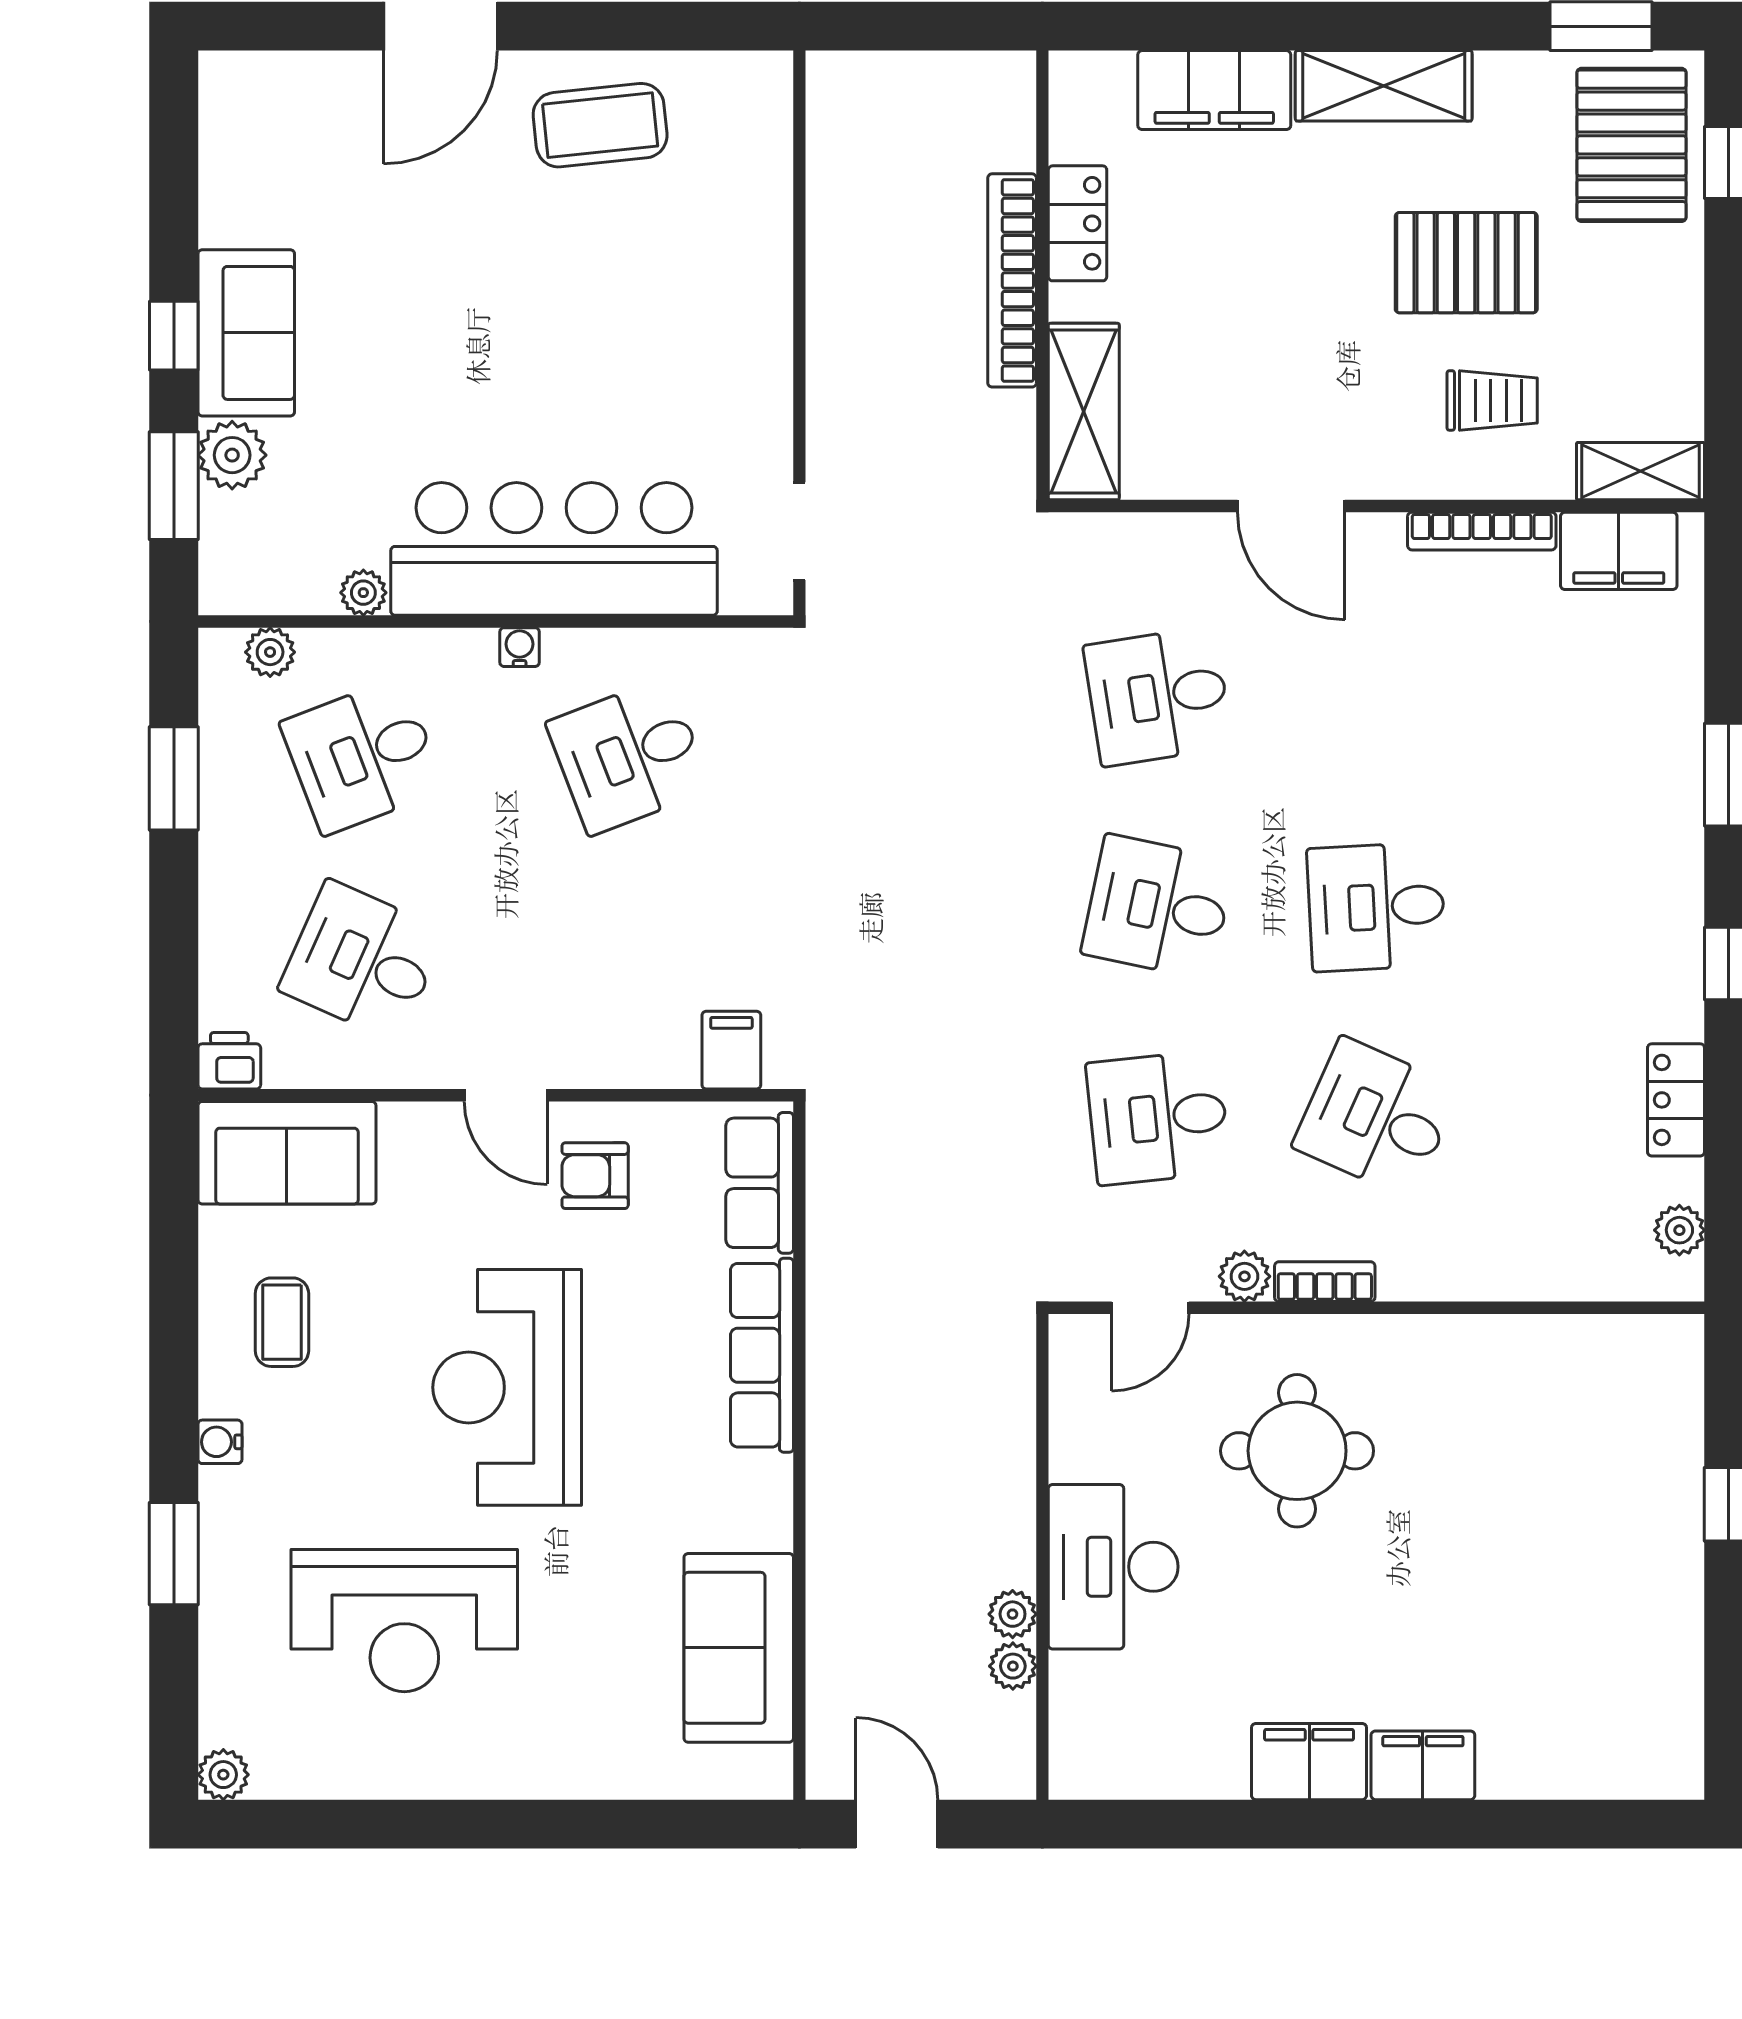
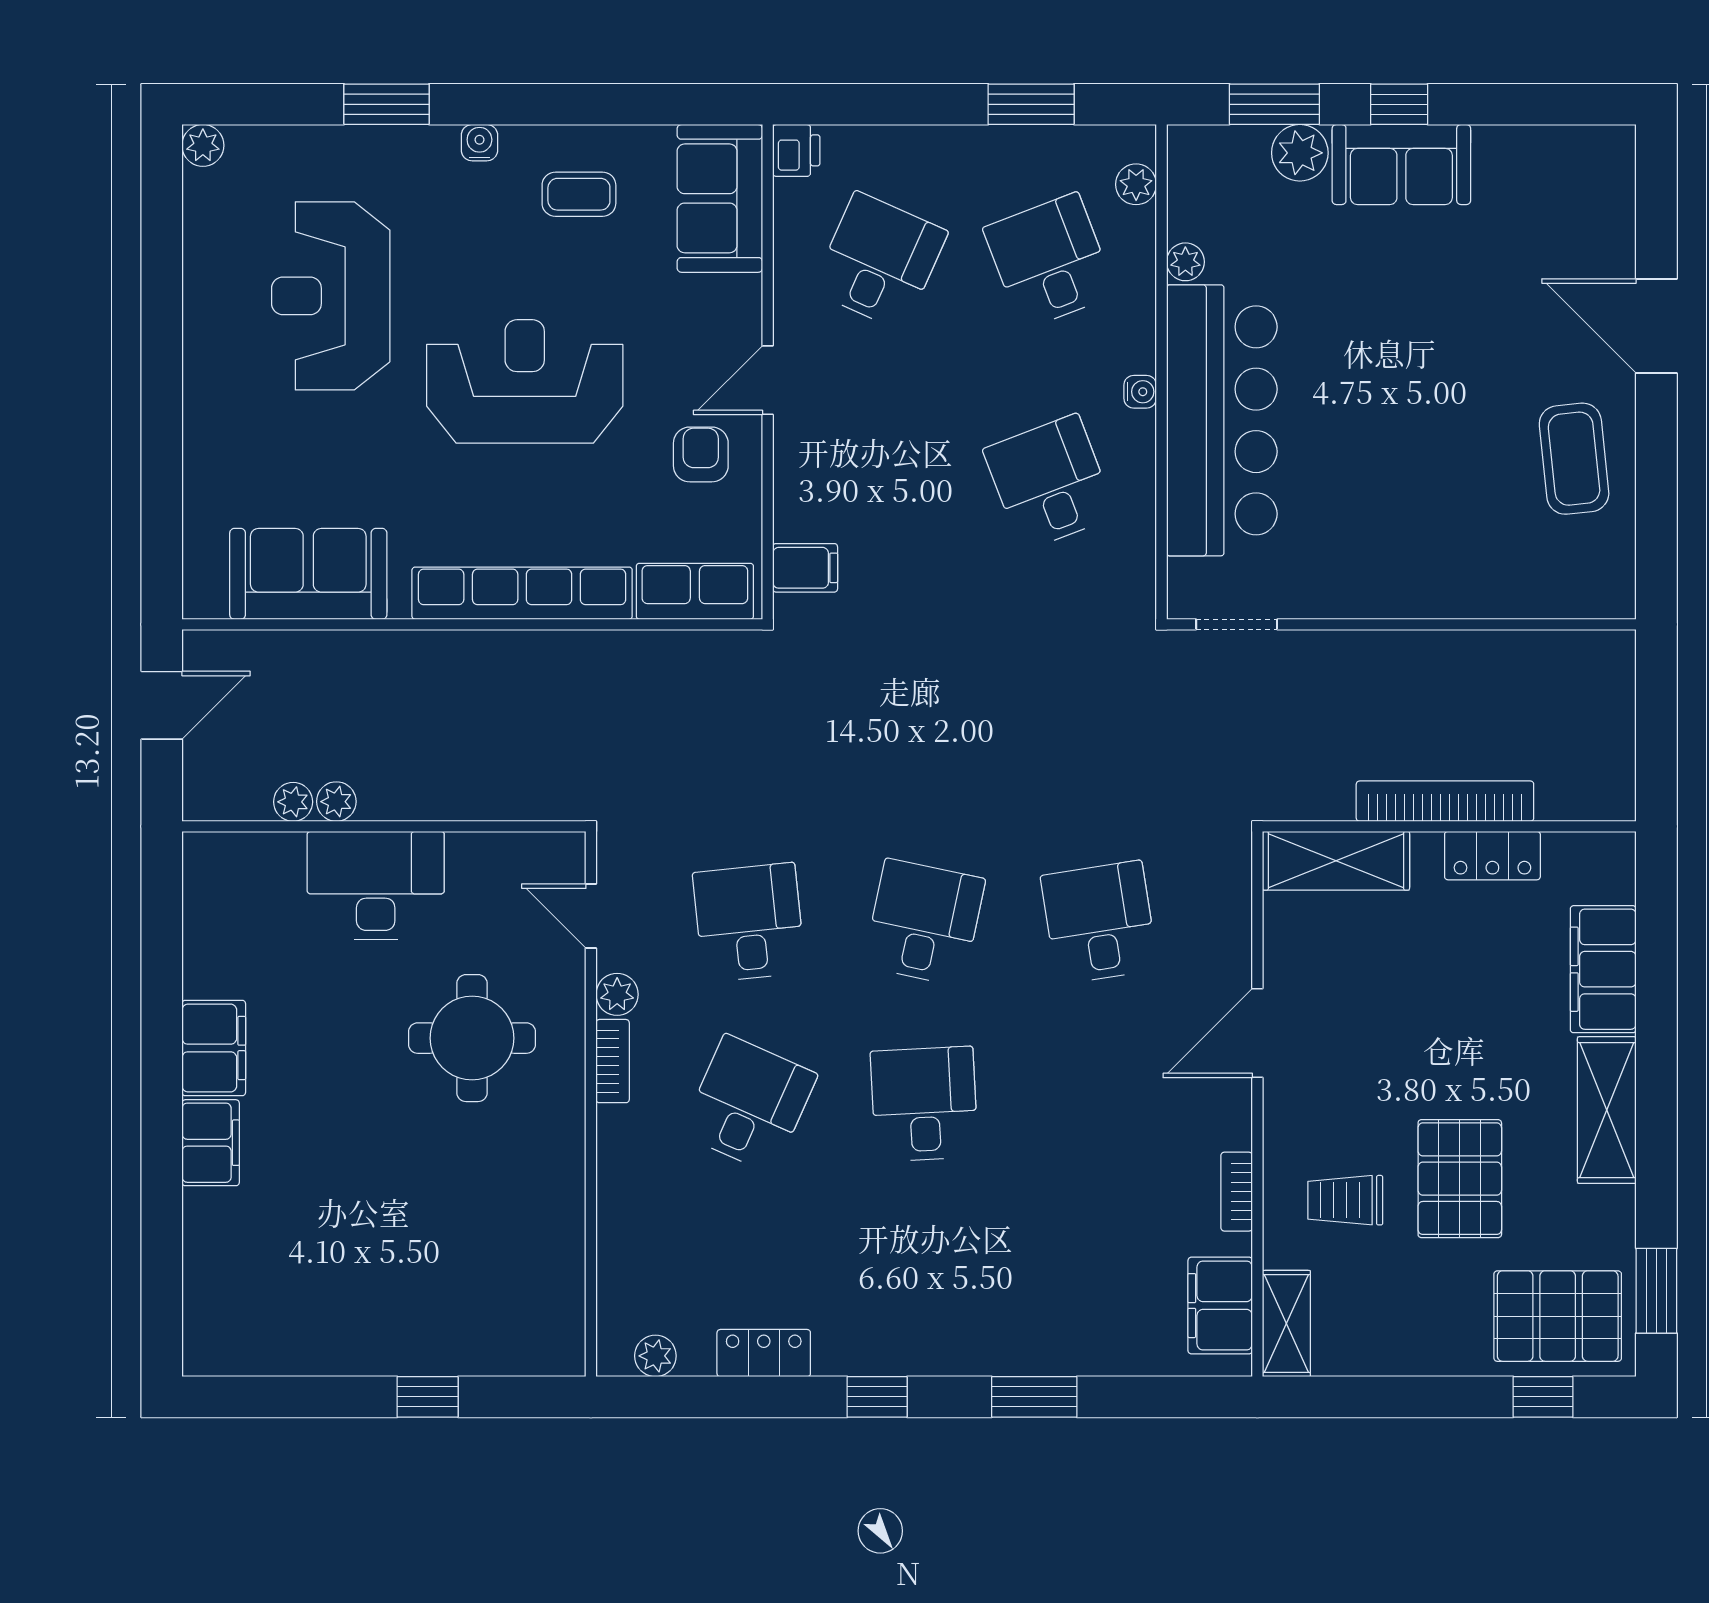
trolley: (1492, 400) -> (1345, 1200), turned 90
bookcase: (1482, 531) -> (1237, 1192), width x0.64
row of seats: (762, 1355) -> (522, 593), width x1.36

